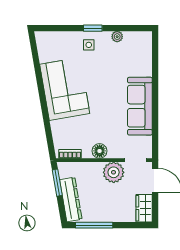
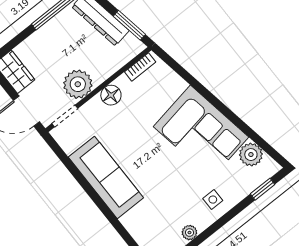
window: (93, 28) -> (263, 189), moved
plant: (46, 53) -> (251, 155), added

